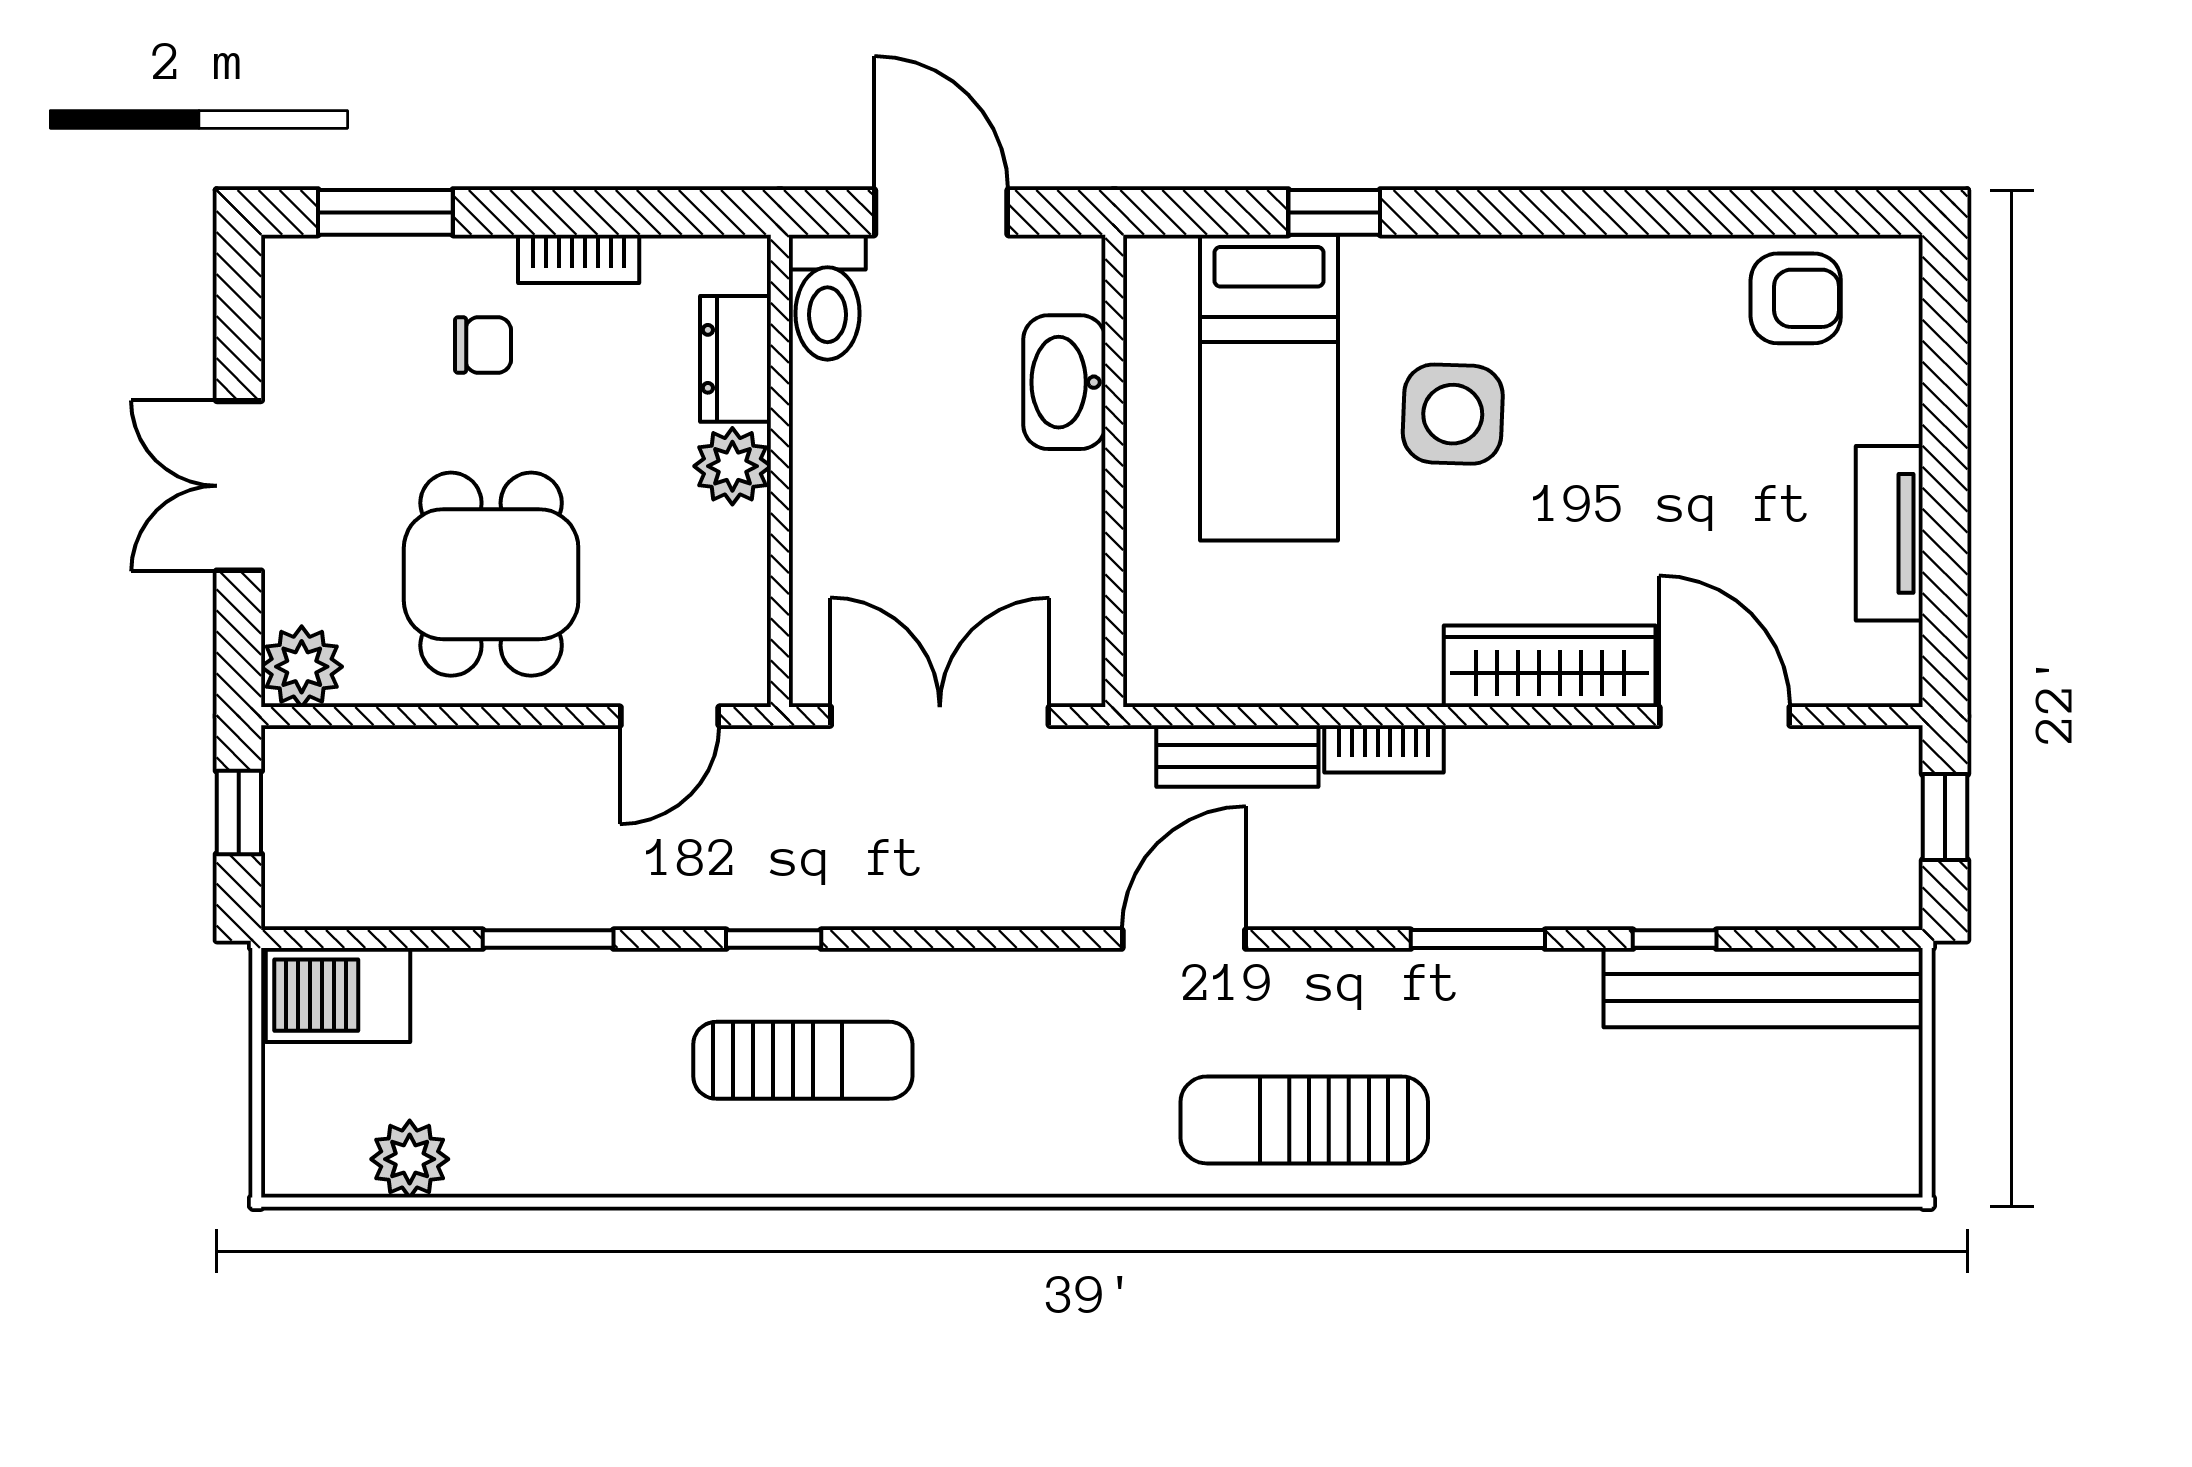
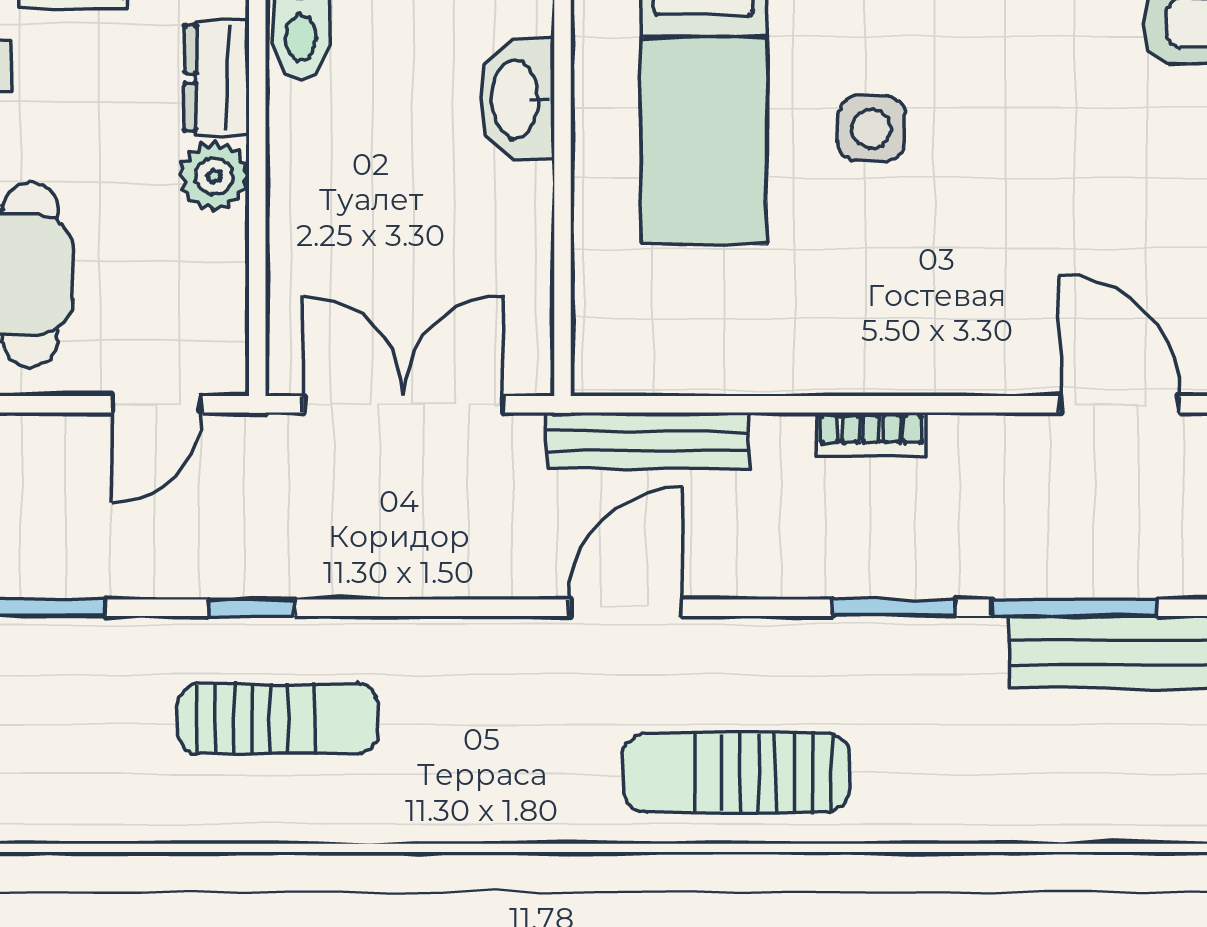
side table: (1453, 414) -> (872, 128), width x0.73, depth x0.73
wardrobe: (1550, 666) -> (960, 359), removed
bookcase: (1384, 749) -> (871, 434), moved
bench: (1237, 756) -> (648, 441), width x1.36
window: (1675, 939) -> (1074, 608), width x2.17

